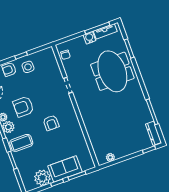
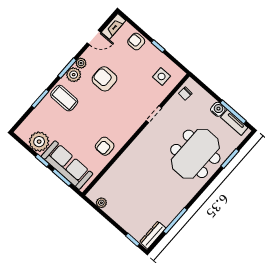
side table: (28, 67) -> (162, 76), moved
armchair: (51, 123) -> (105, 146), moved
sofa: (65, 169) -> (67, 165), width x1.36

